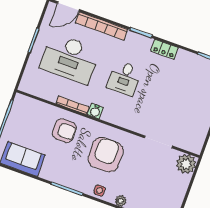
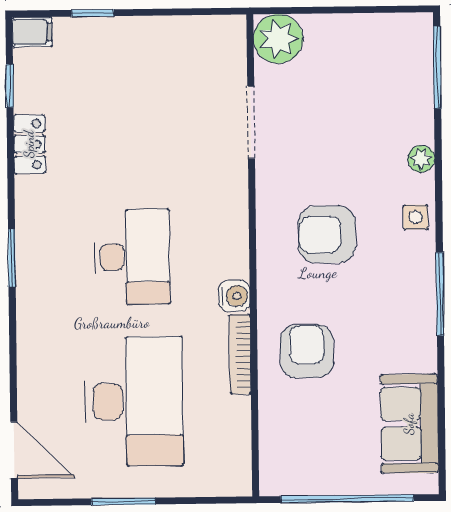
bookcase: (102, 26) -> (31, 355), removed
locker: (165, 49) -> (29, 144), moved
desk: (124, 78) -> (132, 257), width x1.37
armchair: (105, 155) -> (327, 234), width x0.73, depth x0.73

